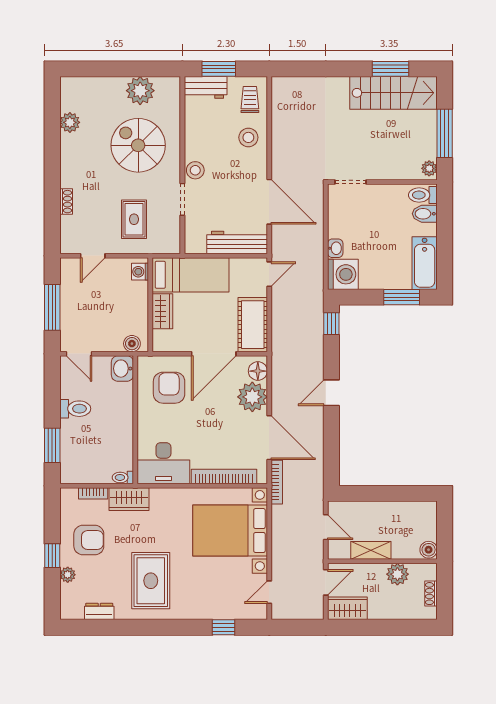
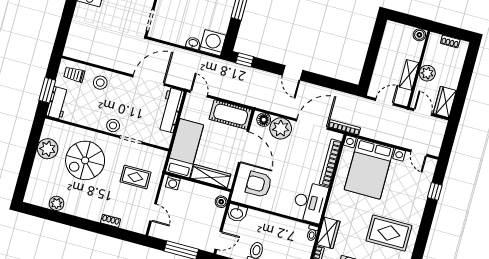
wardrobe: (162, 311) -> (211, 176), width x1.50
plant: (397, 574) -> (427, 73), moved

